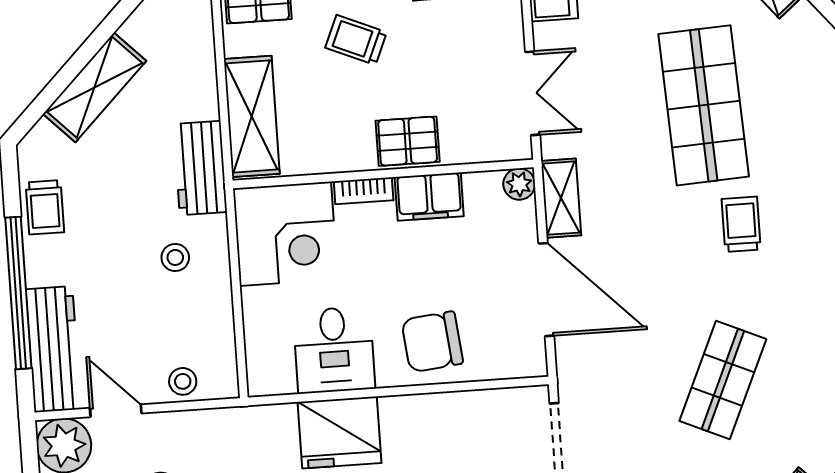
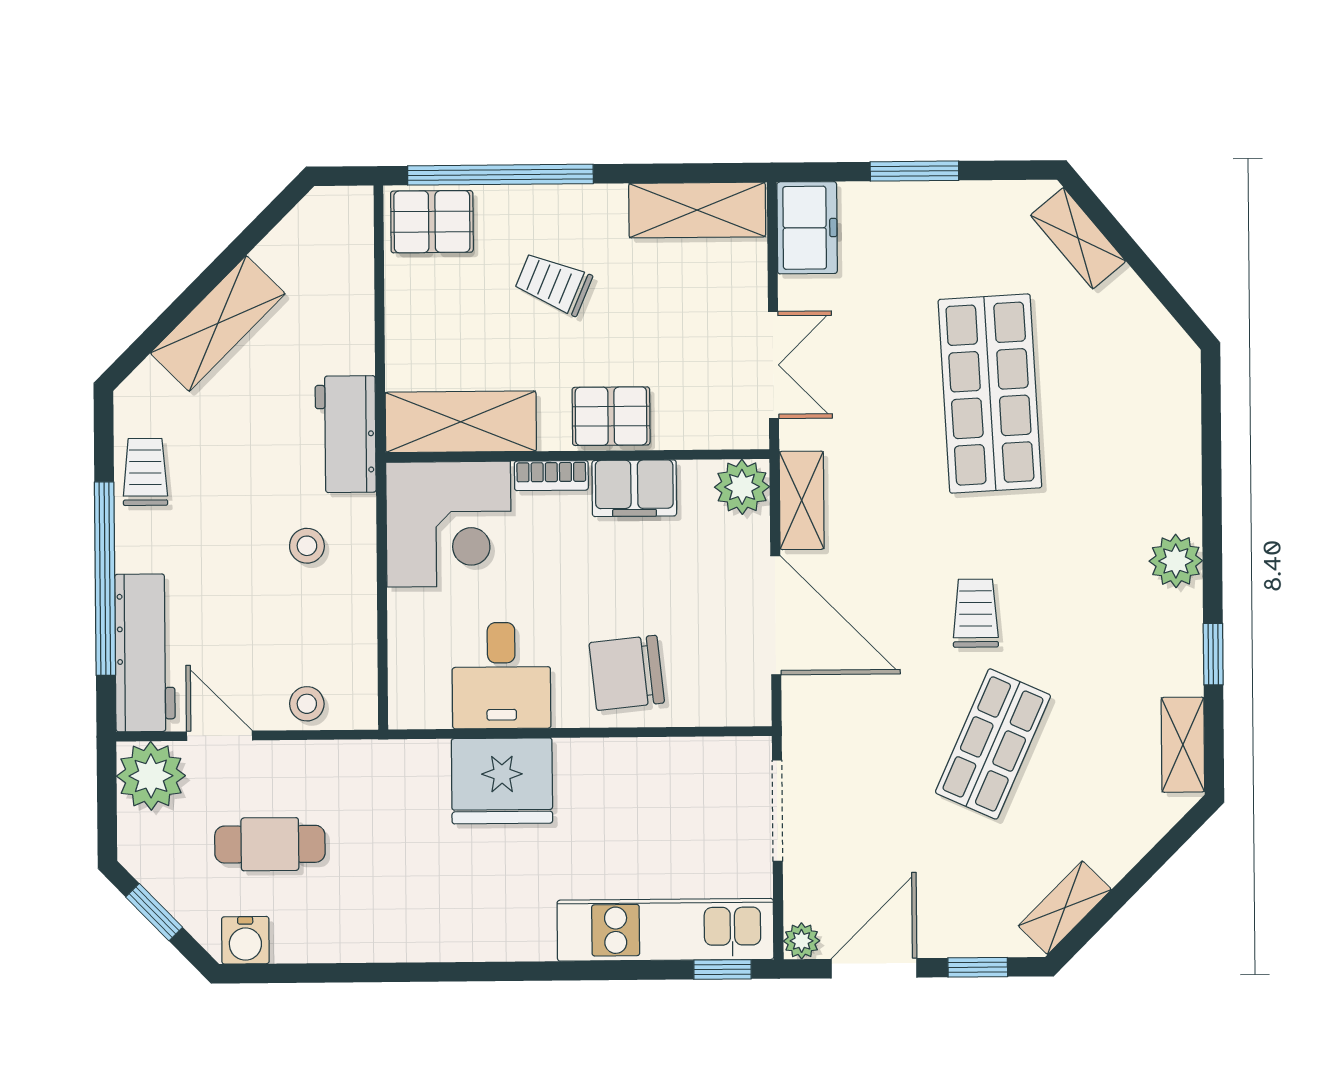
shelving: (252, 116) -> (461, 422), moved, turned 90
plant: (519, 184) -> (742, 487), width x1.38, depth x1.38
trolley: (45, 207) -> (145, 472), turned 180
trolley: (741, 224) -> (976, 613), moved

